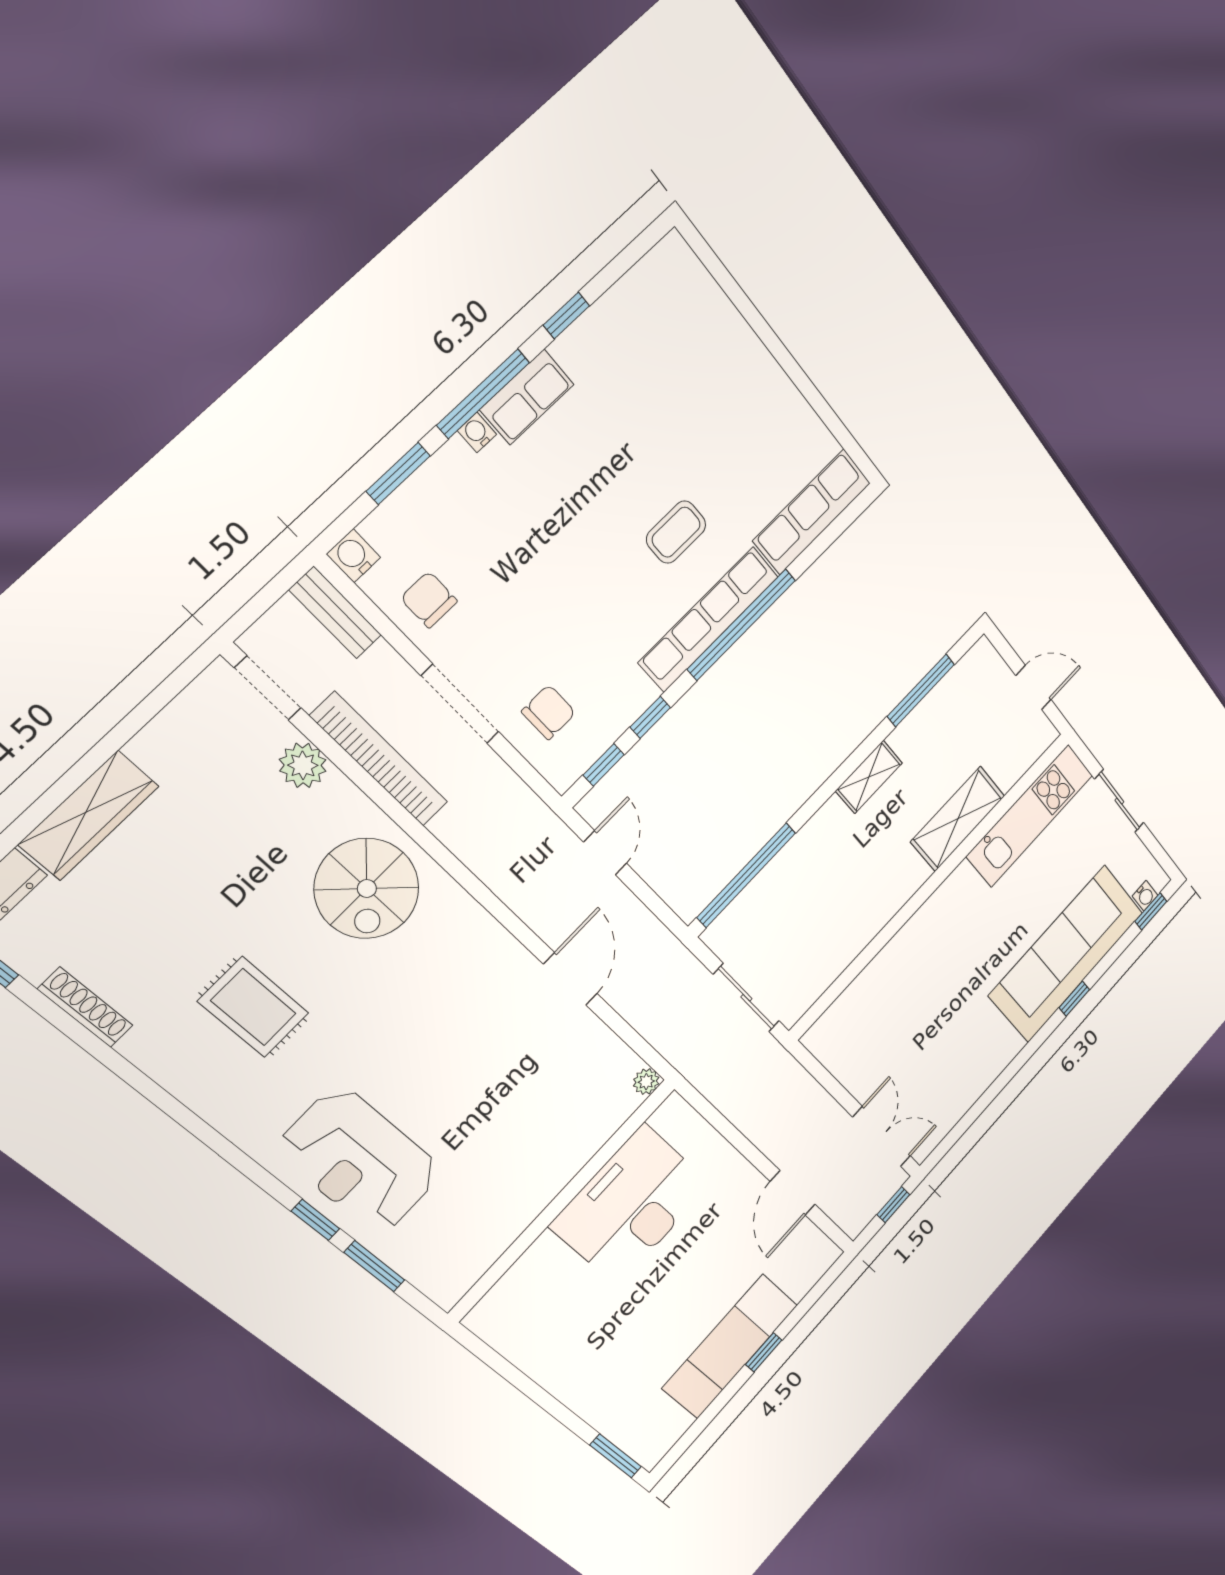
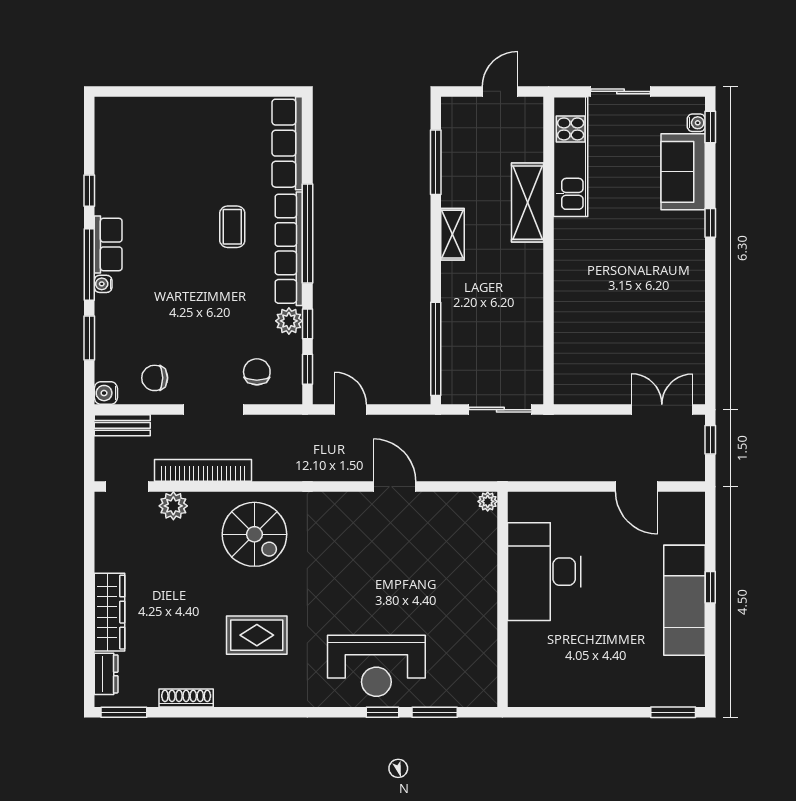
plant: (635, 694) -> (289, 321), added
sofa: (1066, 954) -> (683, 172), width x0.54, depth x0.79

